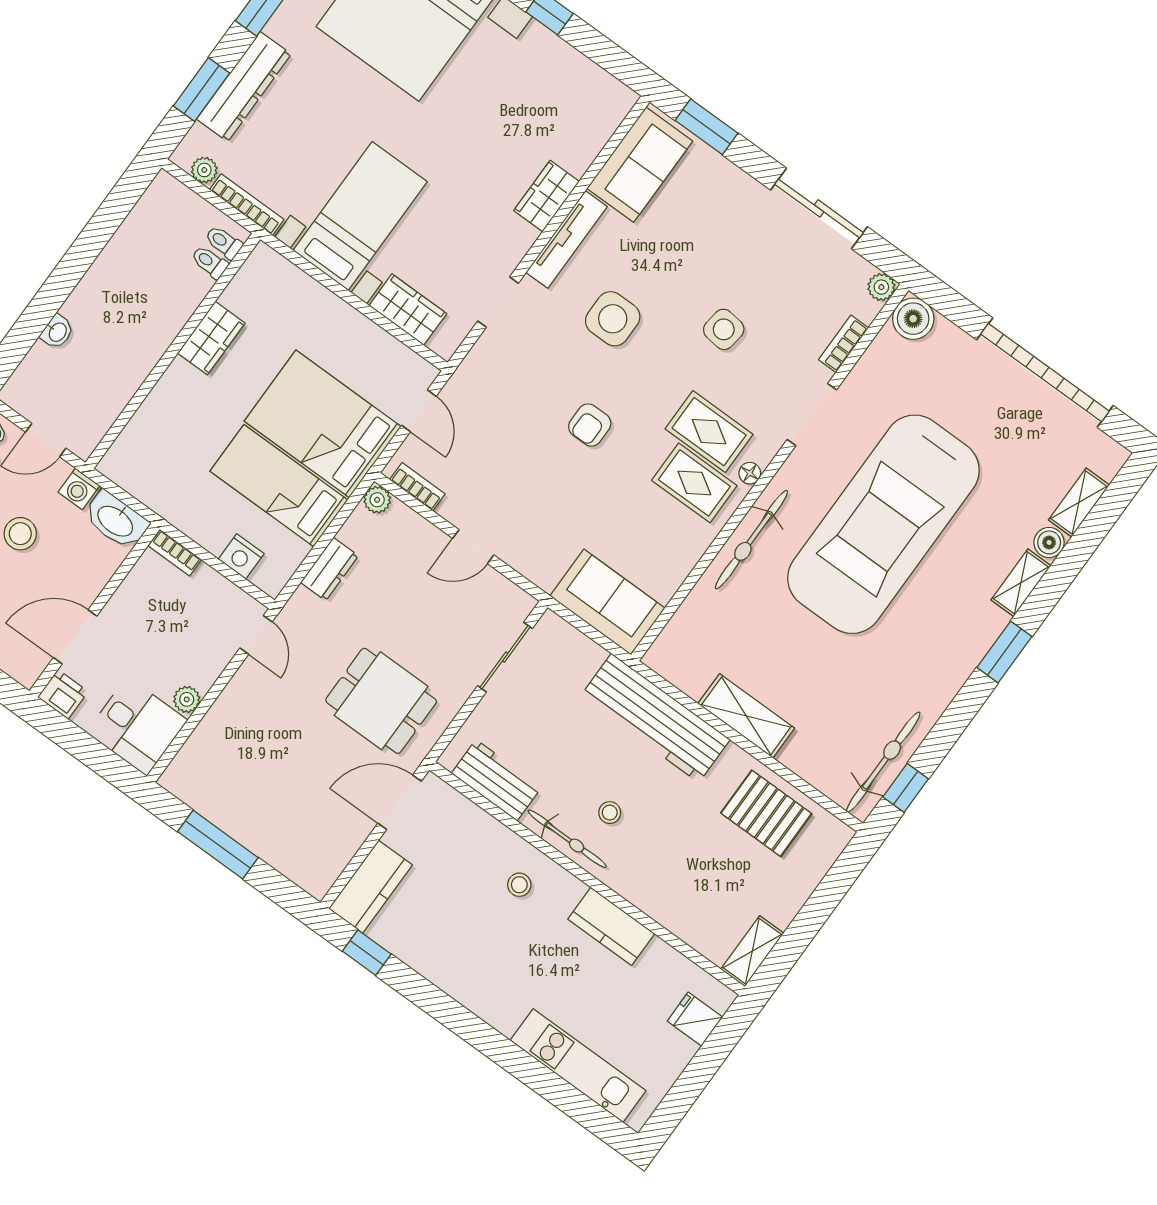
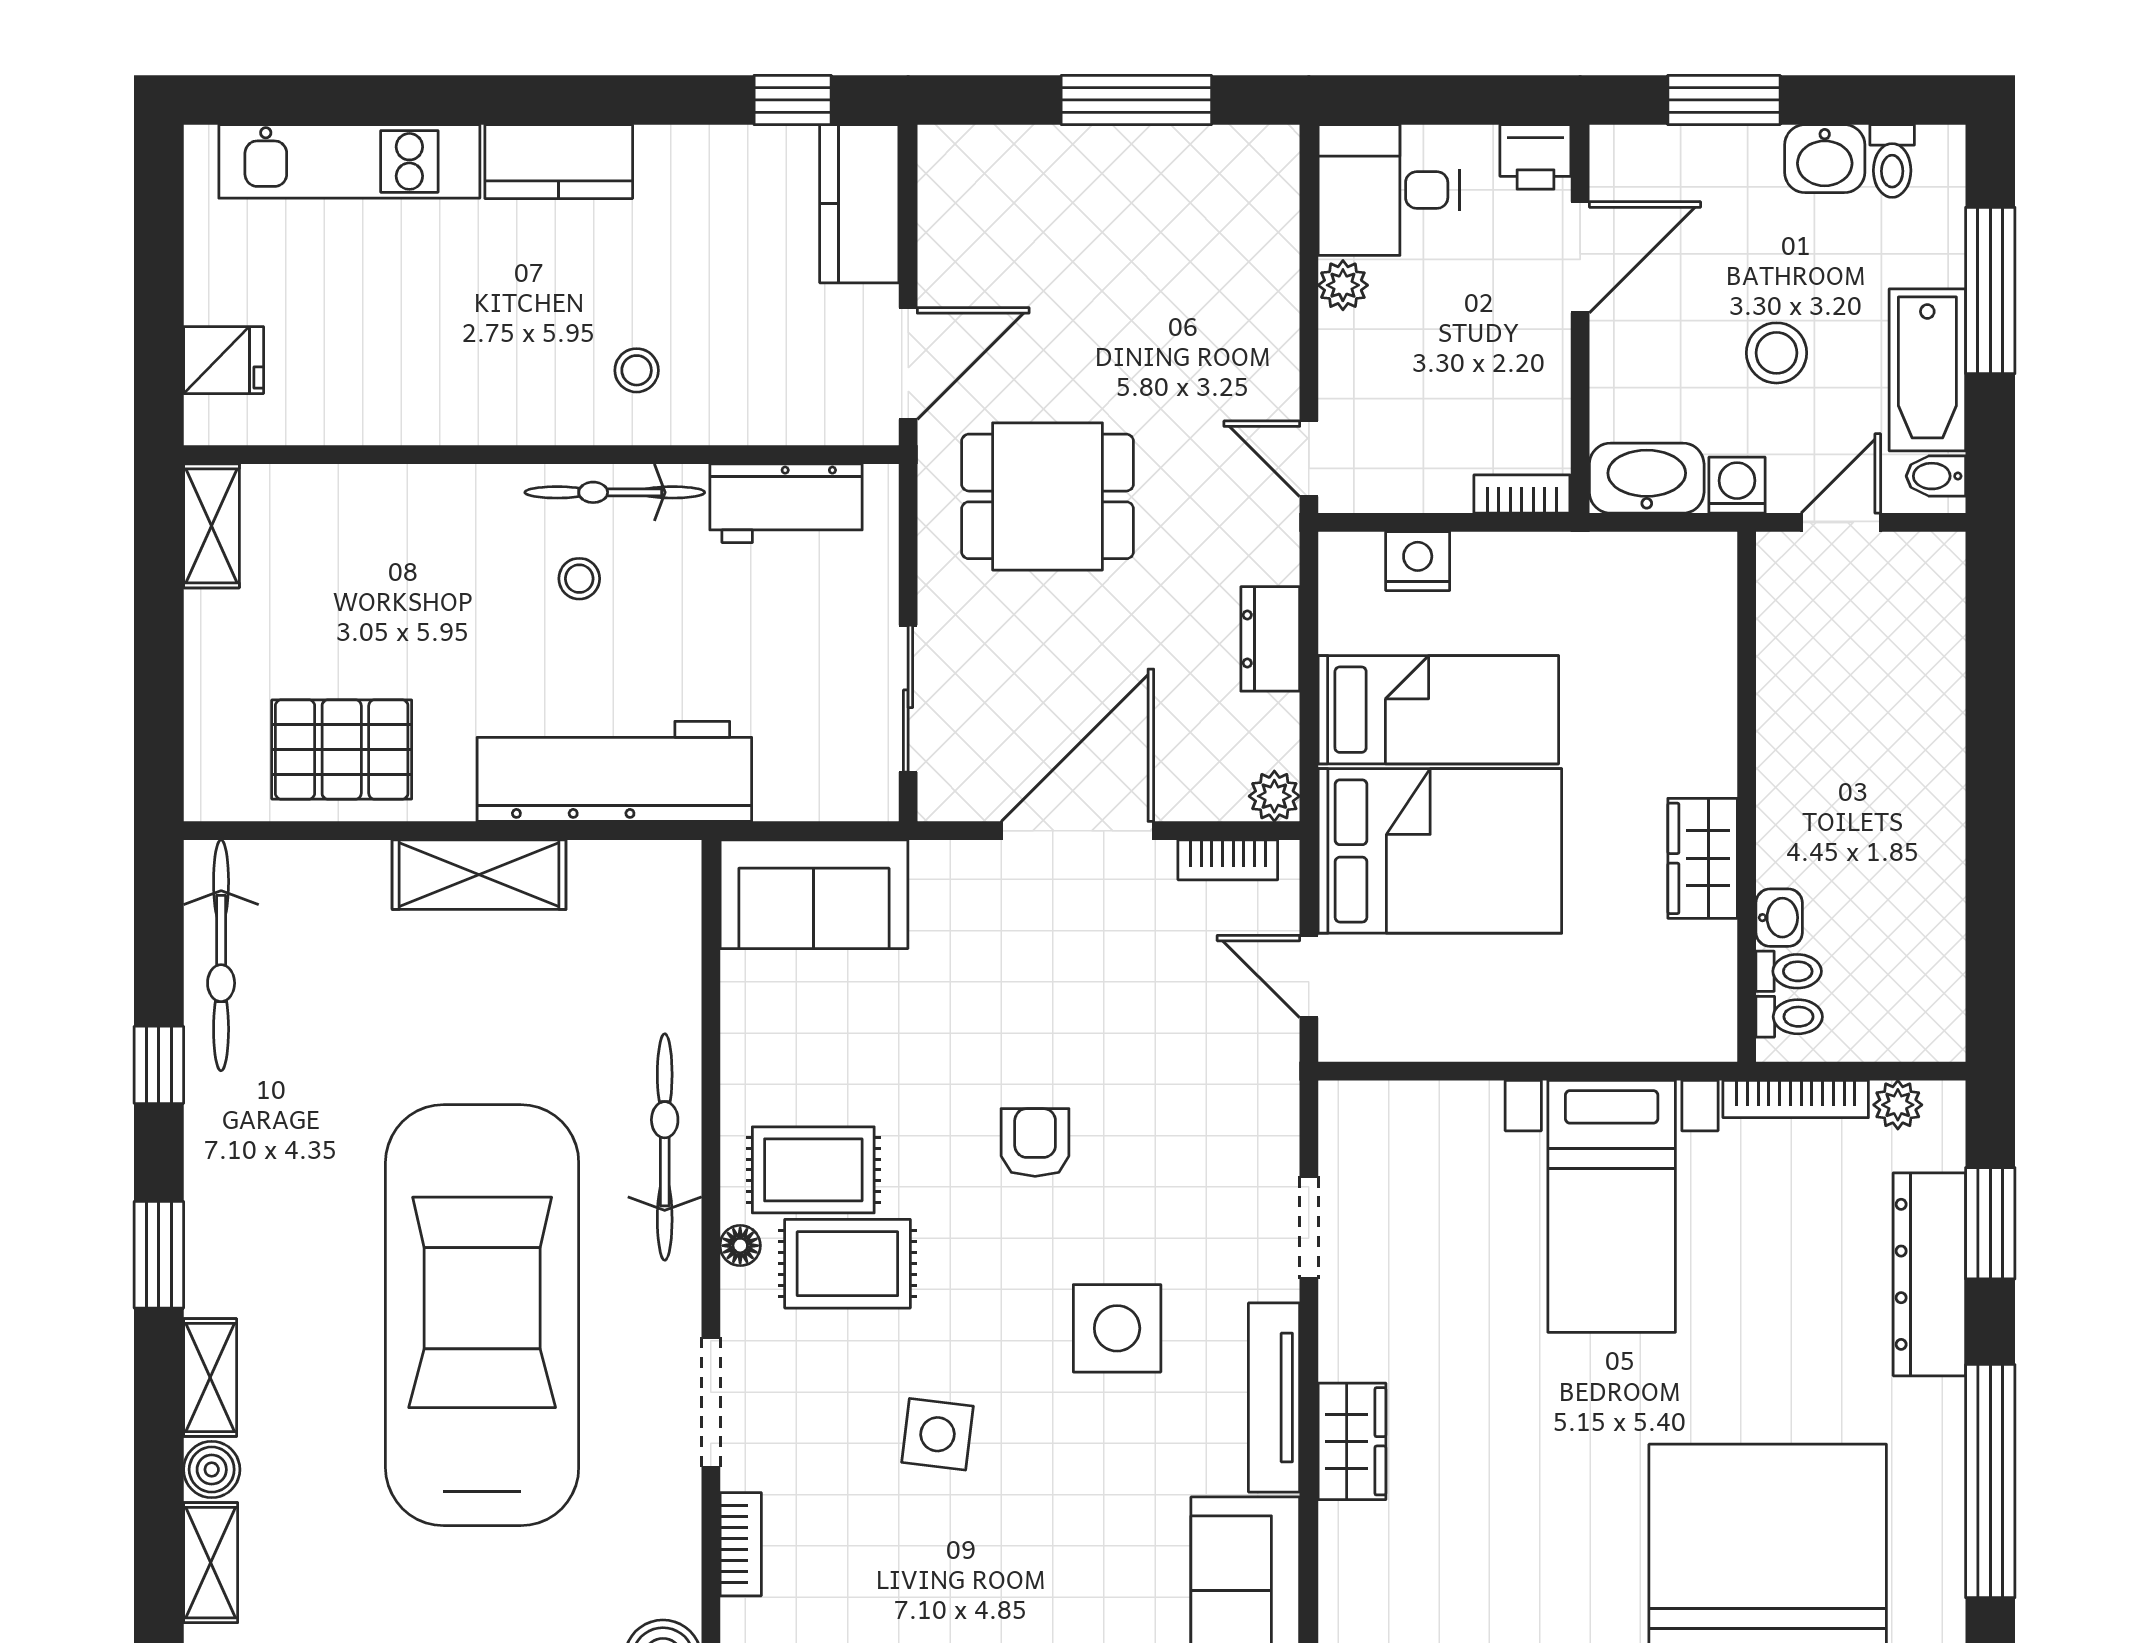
wardrobe: (408, 310) -> (1437, 1117), removed
washbasin: (57, 332) -> (1779, 918), moved, turned 180
door: (473, 547) -> (1077, 831), width x1.87
window: (906, 788) -> (159, 1065), moved
kitchen counter: (611, 926) -> (559, 162), moved, turned 180

